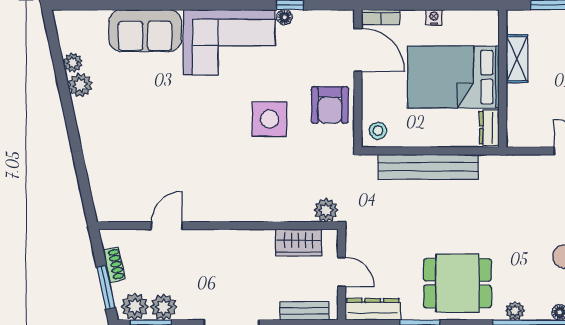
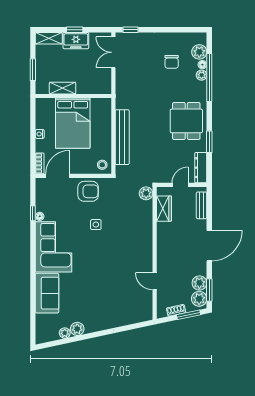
side table: (270, 119) -> (96, 225), width x0.54, depth x0.54
dresser: (489, 127) -> (101, 103), removed
plant: (515, 311) -> (202, 75), moved

